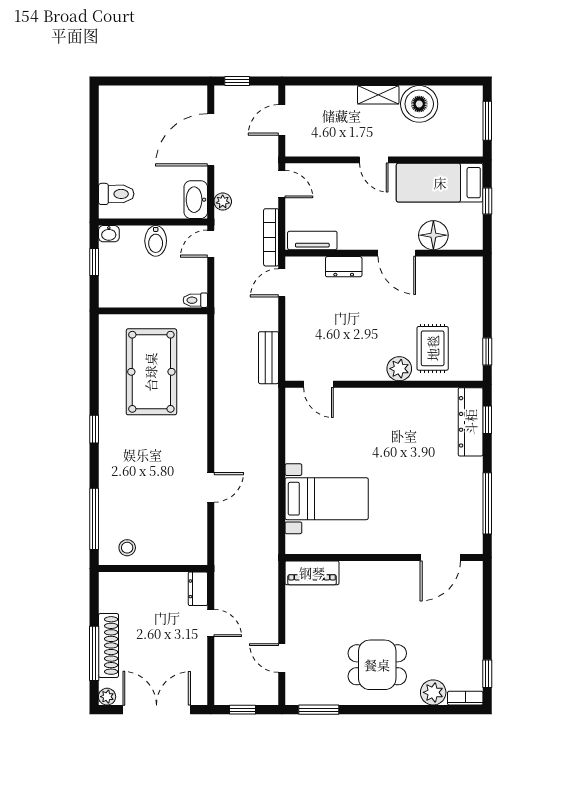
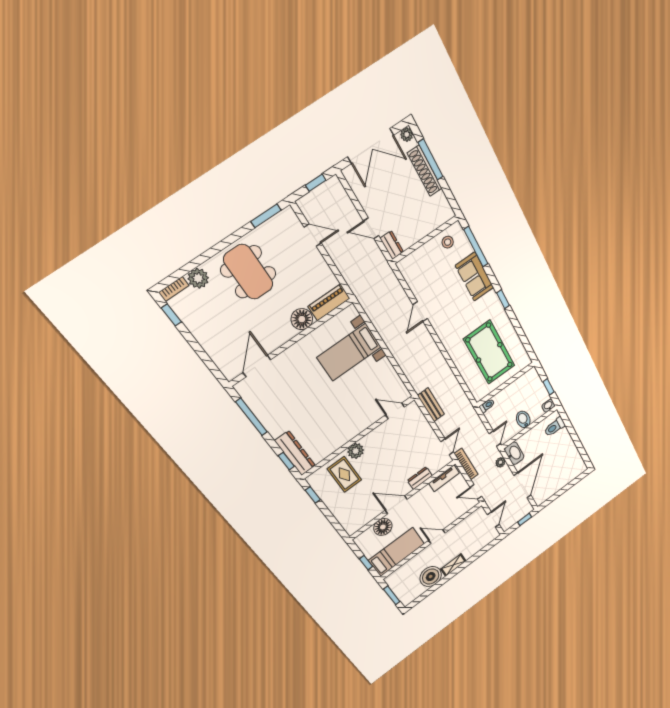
sofa: (116, 483) -> (475, 277), added
floor lamp: (355, 575) -> (302, 319), added
dining table: (377, 665) -> (248, 272), width x1.38

